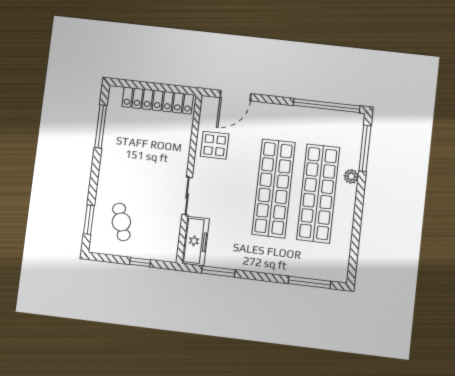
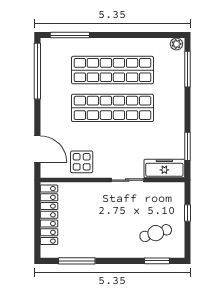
plant: (351, 176) -> (176, 44), moved

